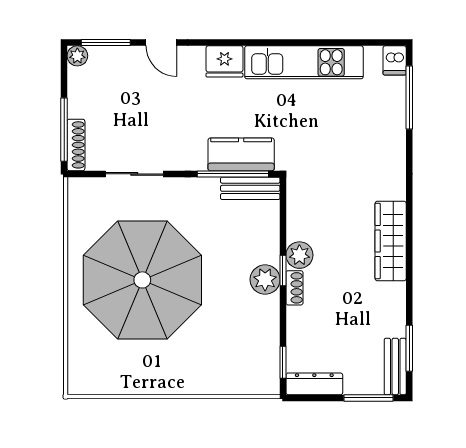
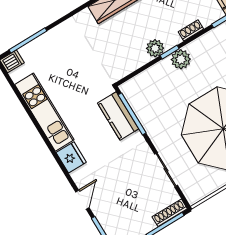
bench: (250, 188) -> (134, 99), removed
shoe rack: (294, 288) -> (191, 30), moved

